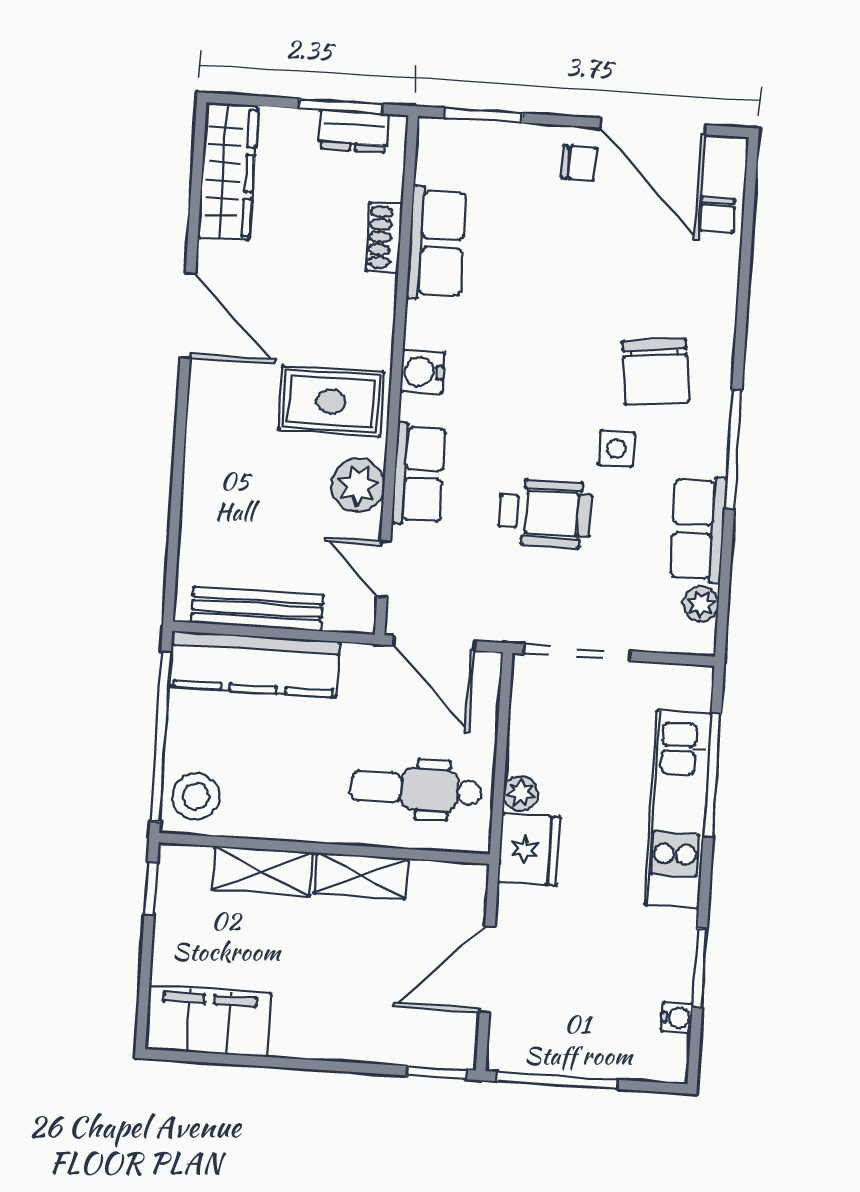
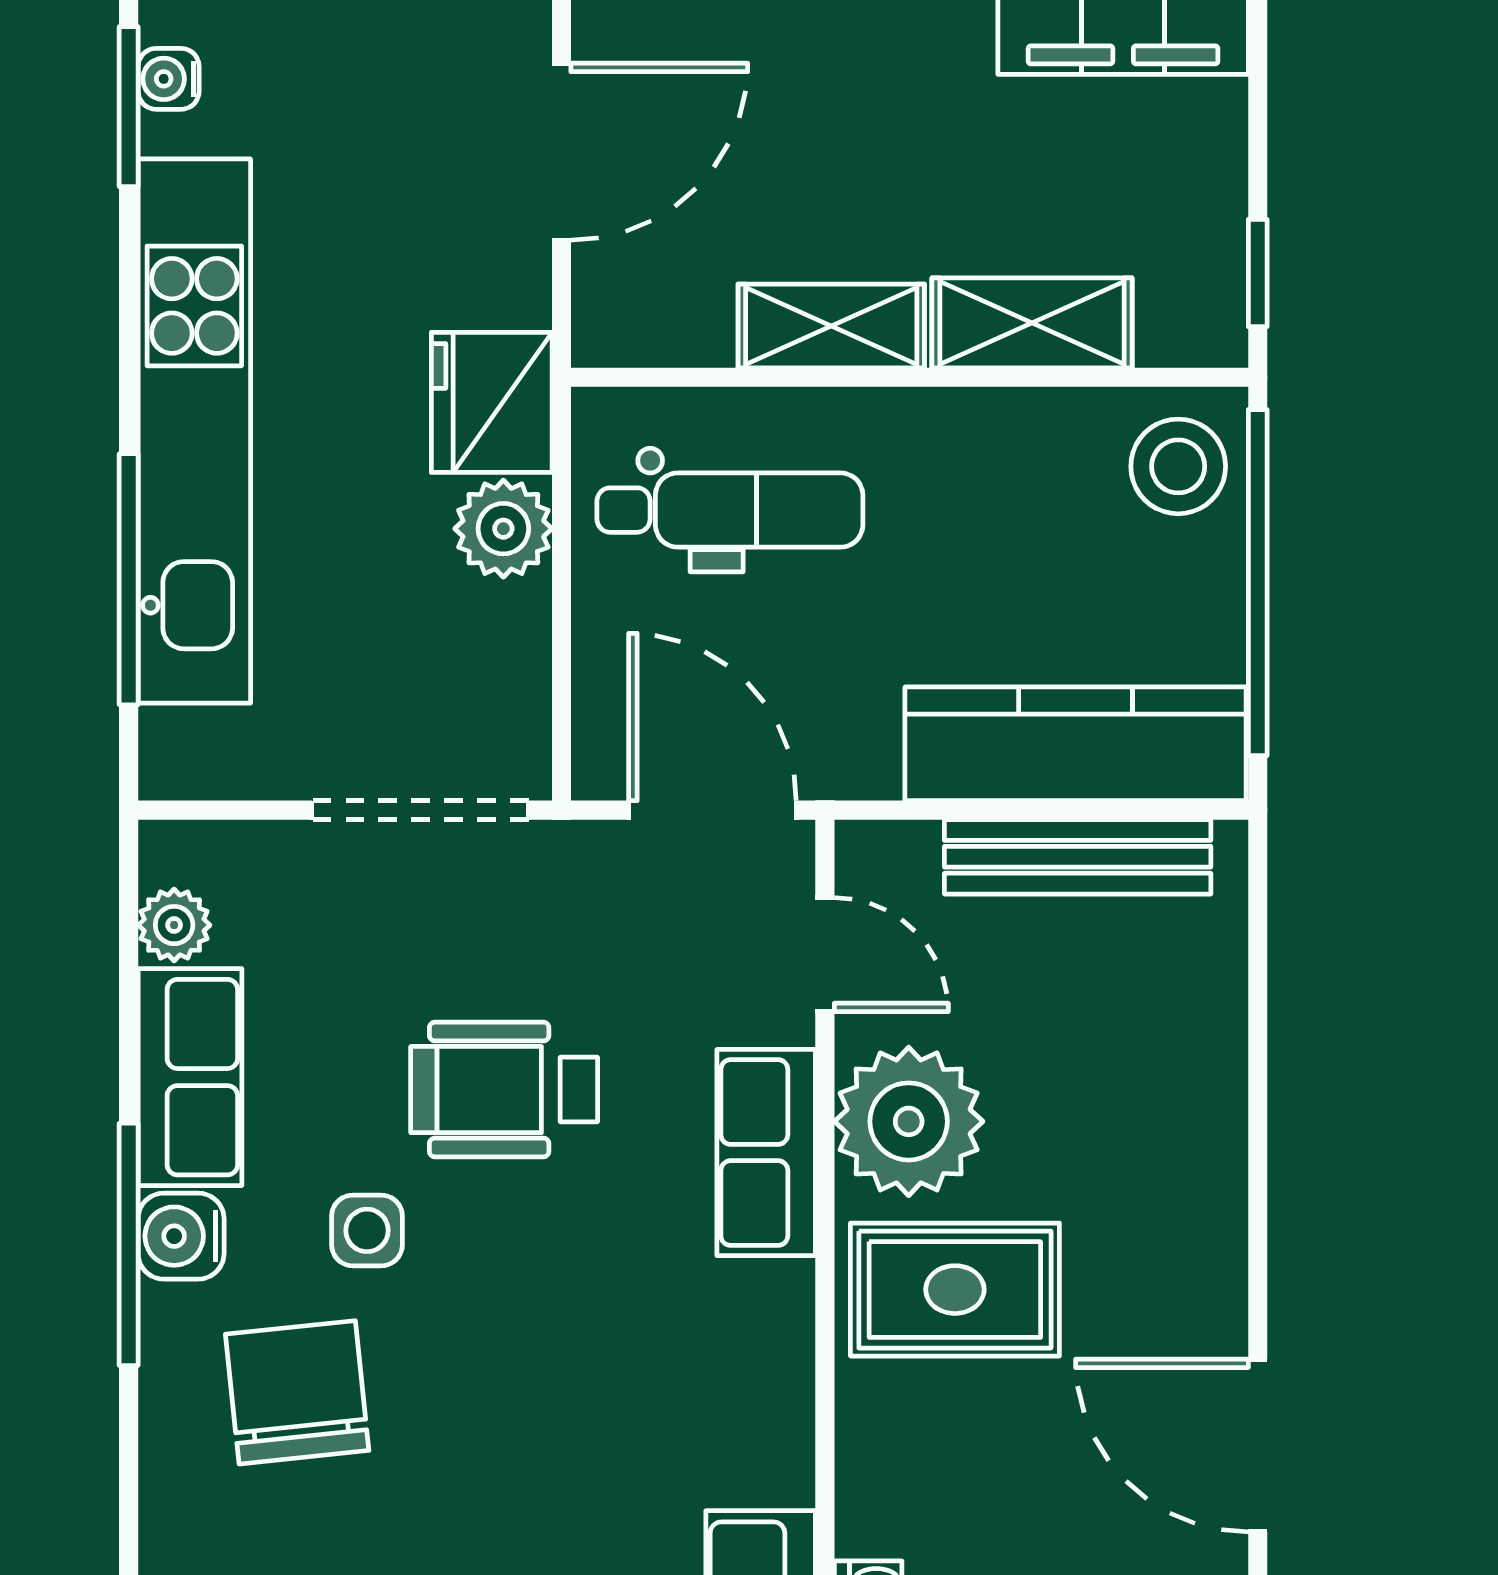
water cooler: (422, 372) -> (181, 1236), moved, turned 180
plant: (358, 485) -> (909, 1121), width x1.36, depth x1.36
plant: (521, 793) -> (503, 529), width x1.38, depth x1.38
kitchen unit: (678, 809) -> (194, 431), width x1.36
window: (700, 968) -> (129, 107), moved

